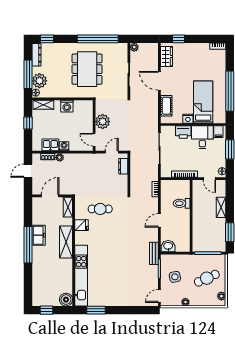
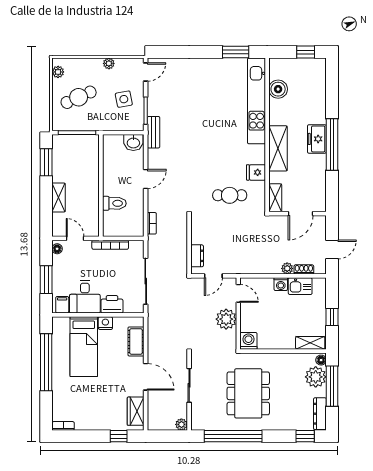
washing machine: (67, 106) -> (248, 341), moved
freezer: (39, 235) -> (317, 139), moved
boiler: (66, 300) -> (278, 89), moved

